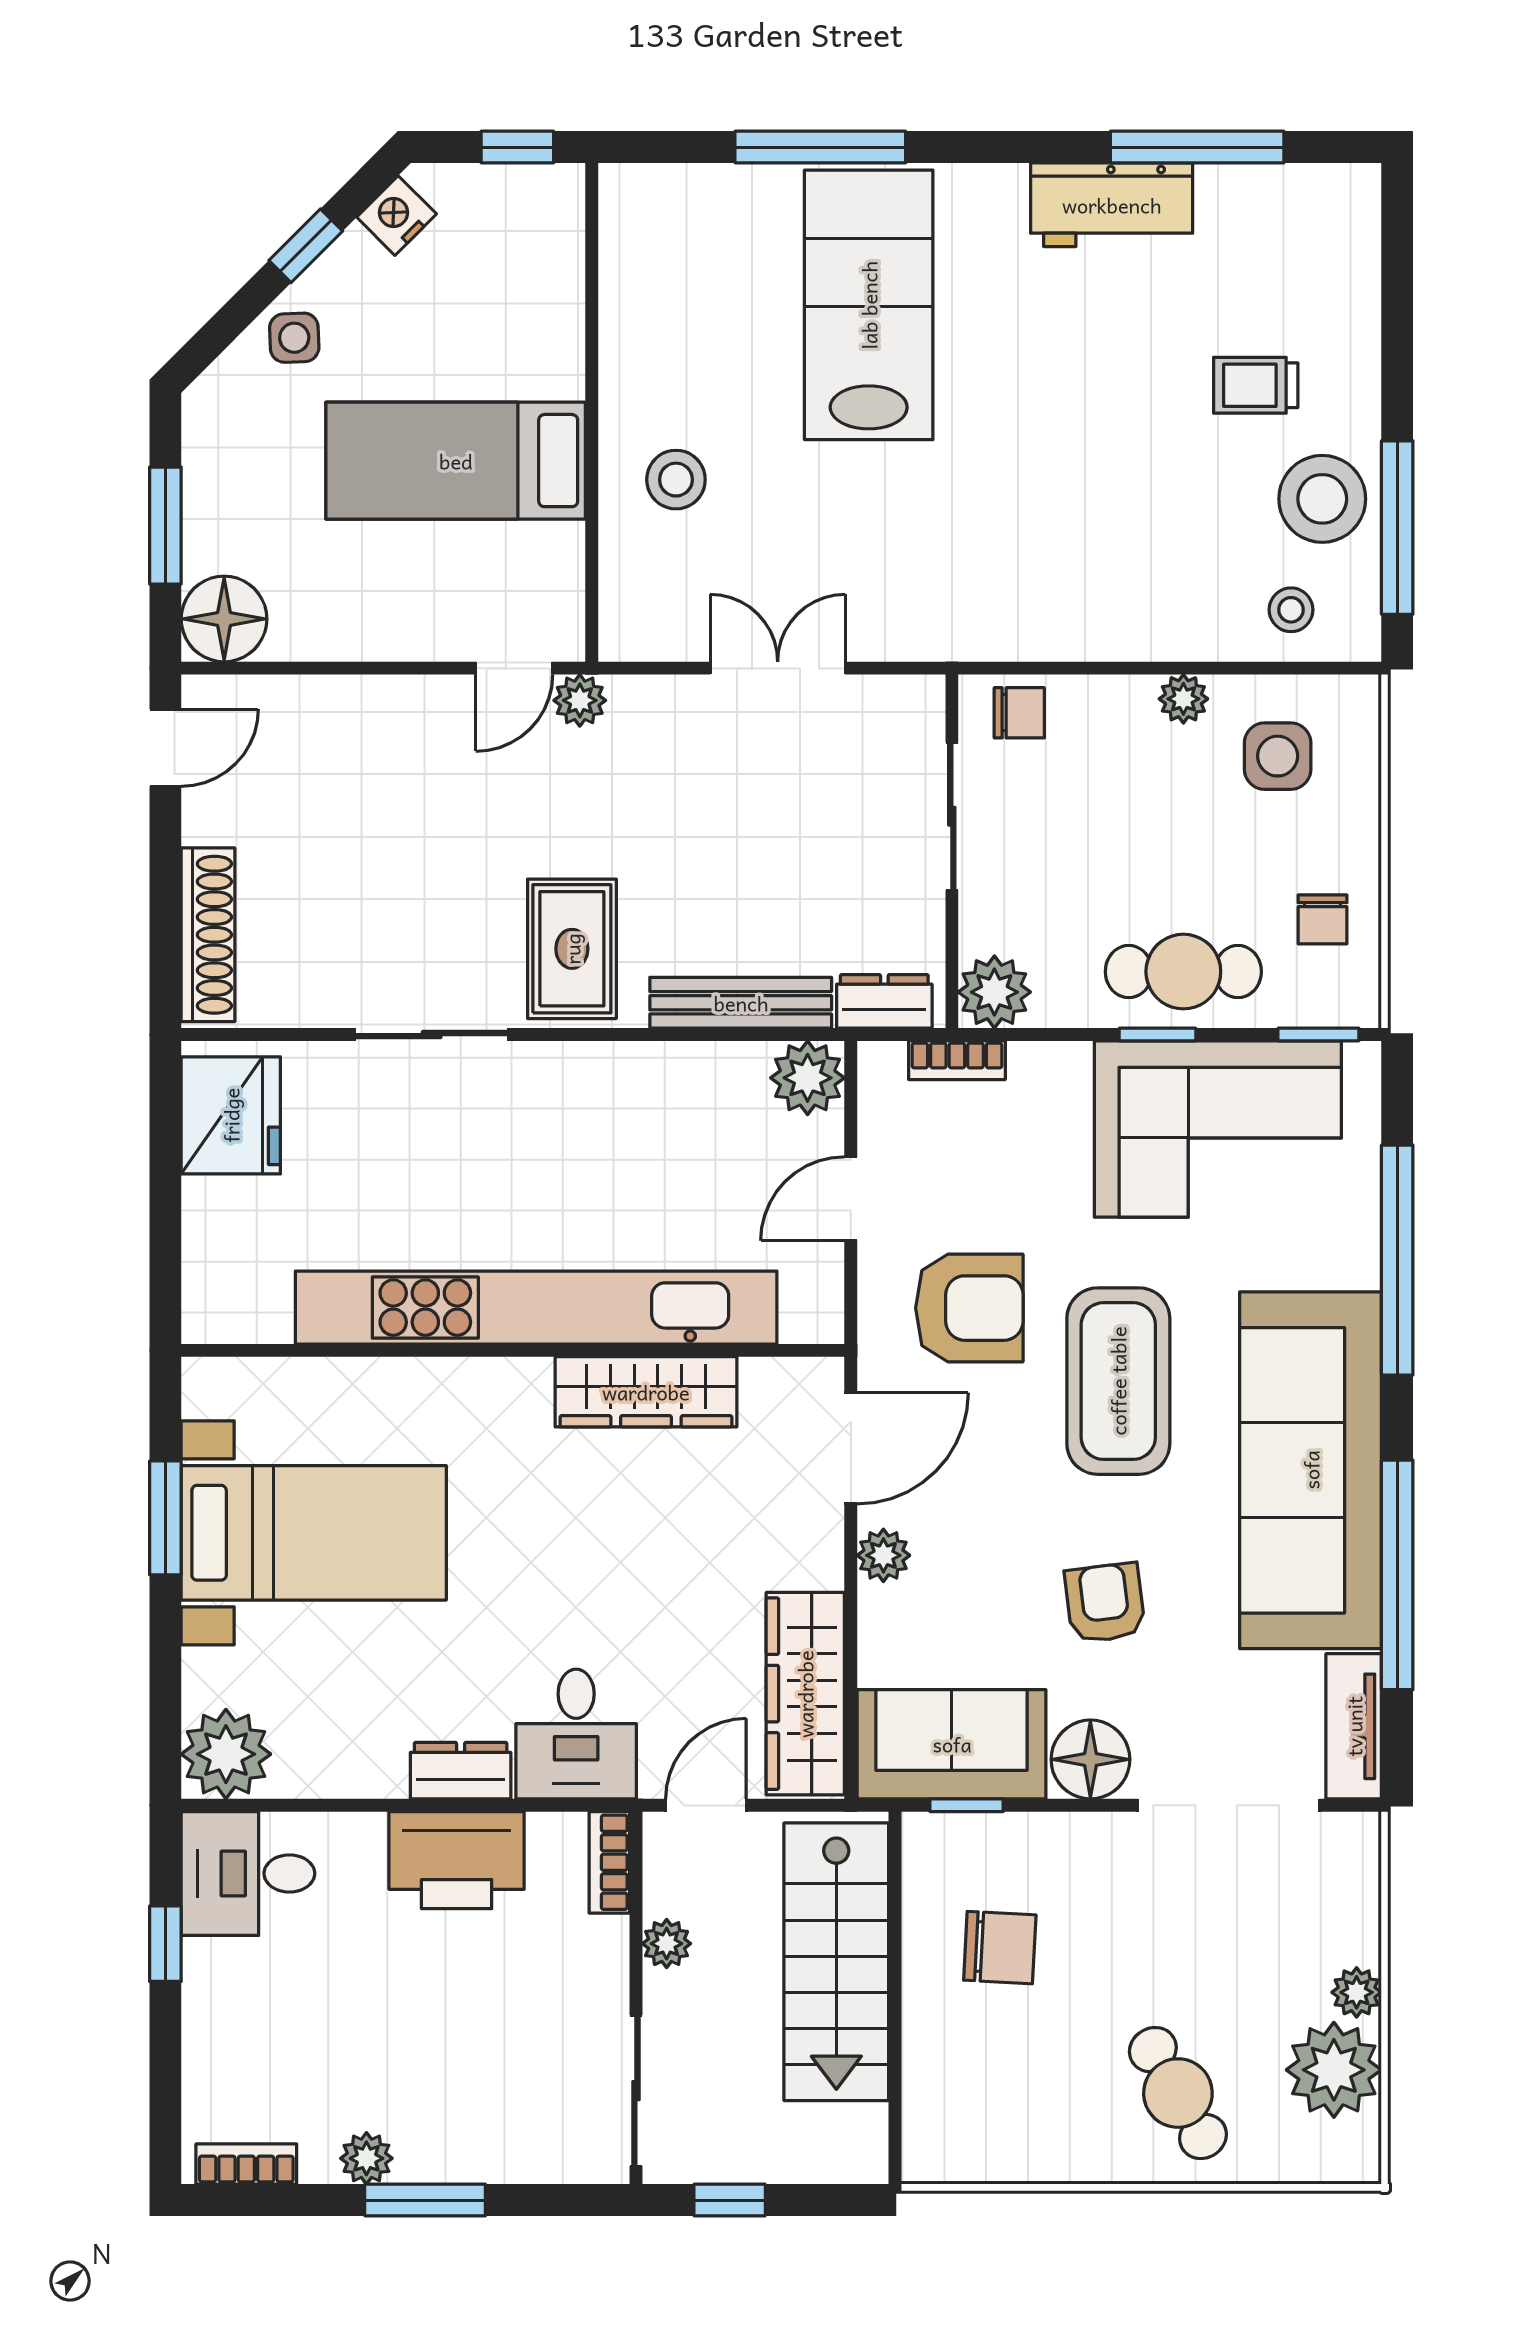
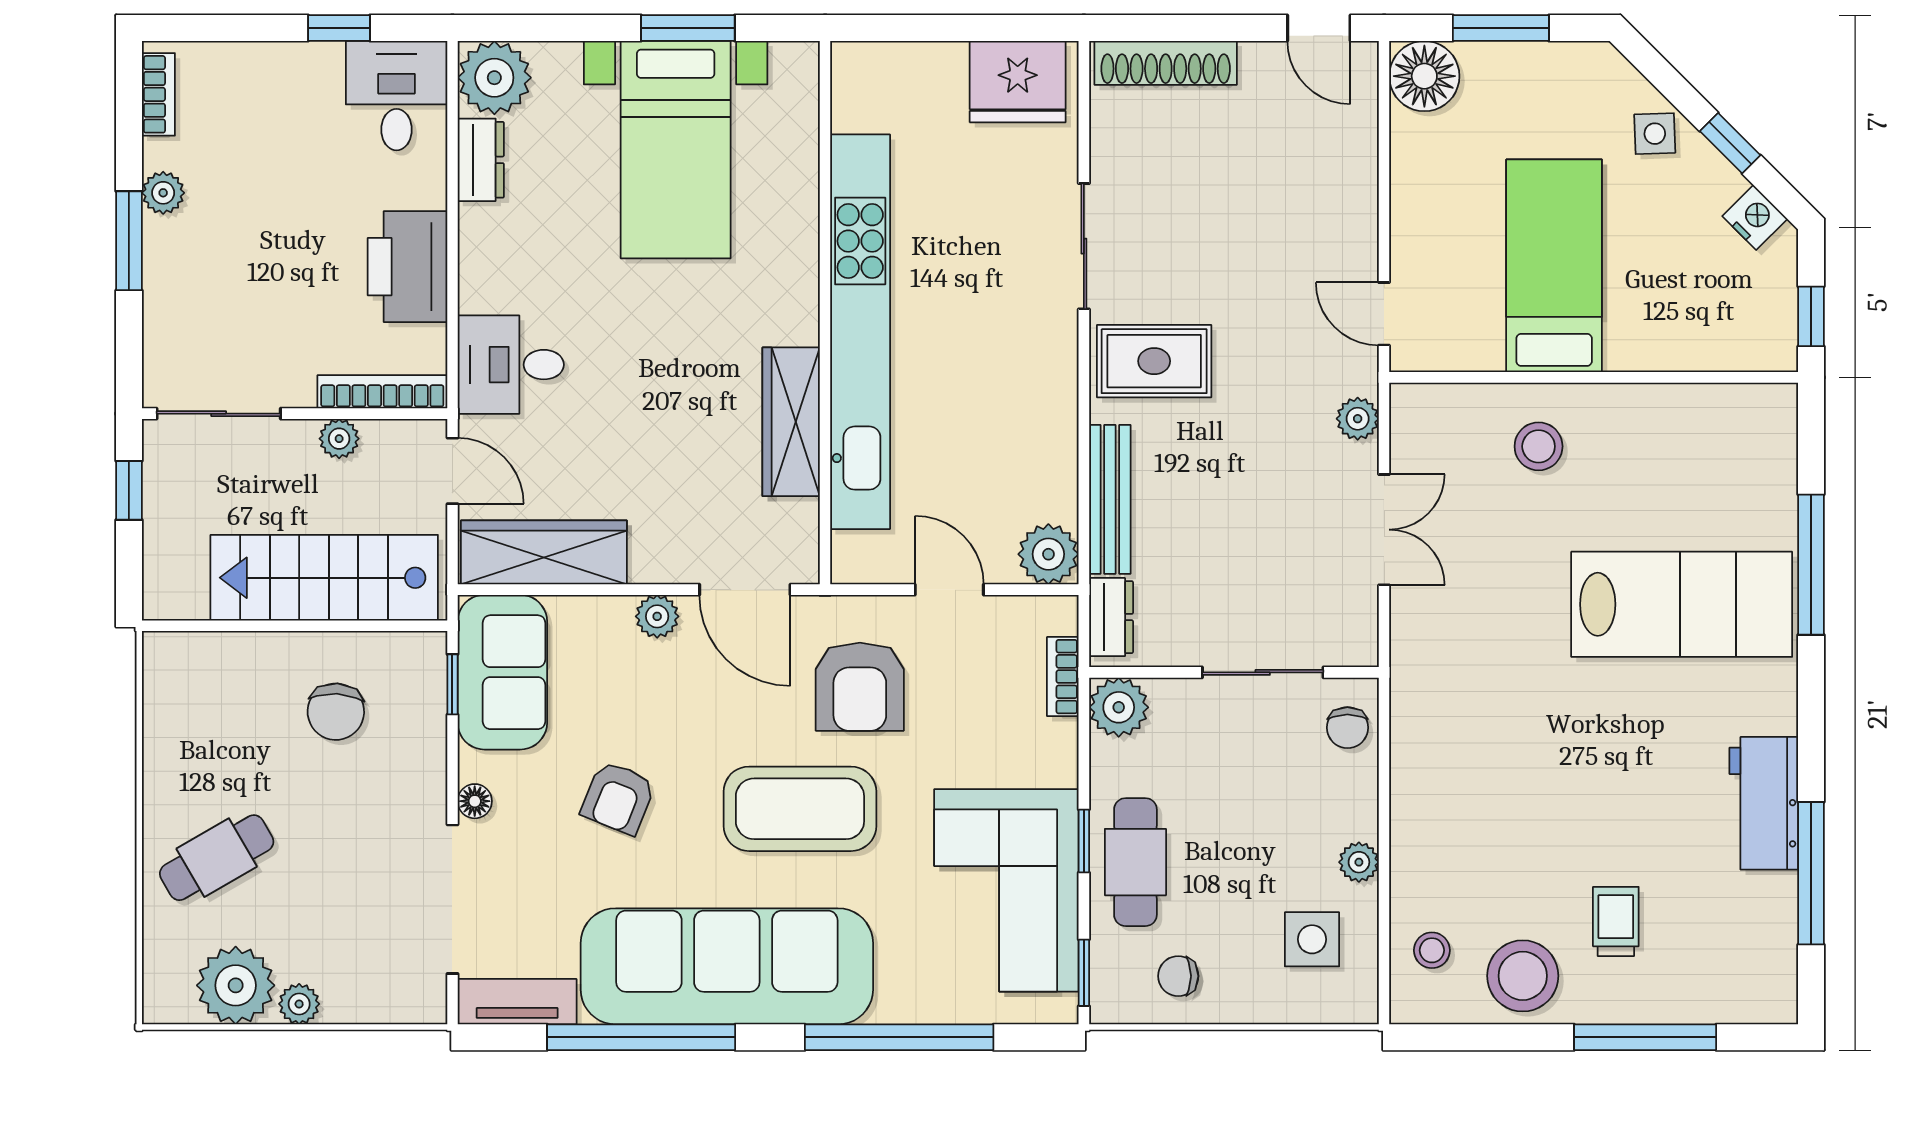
window: (1397, 528) -> (1645, 1037), moved
plant: (580, 700) -> (1358, 419), moved
armchair: (1105, 1603) -> (618, 798), turned 119
floor lamp: (1090, 1759) -> (475, 801), width x0.53, depth x0.53
dresser: (461, 1771) -> (481, 160), moved
bookcase: (609, 1862) -> (382, 392), width x1.56

